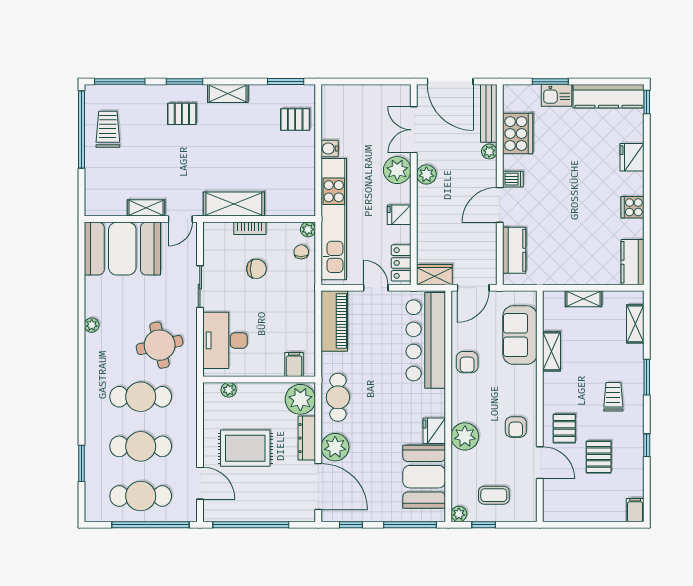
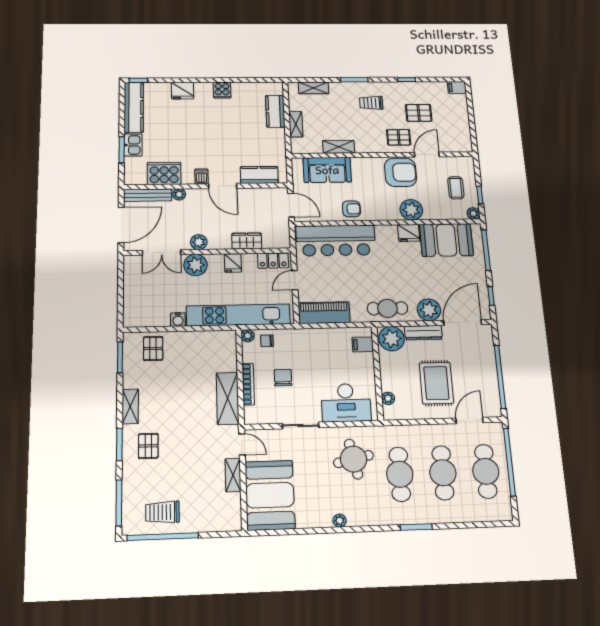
bookcase: (250, 228) -> (248, 384), width x1.56
kitchen counter: (633, 262) -> (275, 111), moved, turned 90
wardrobe: (434, 275) -> (247, 241), moved, turned 90
armchair: (516, 427) -> (400, 172), width x1.88, depth x1.88
window: (81, 463) -> (416, 527), moved

